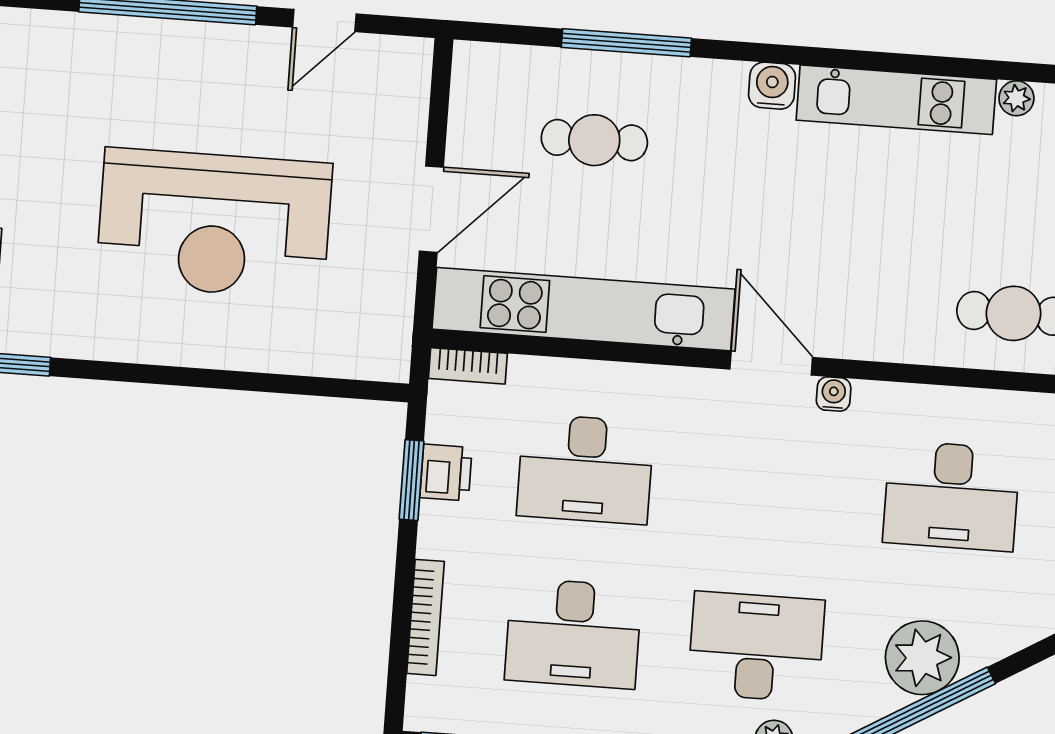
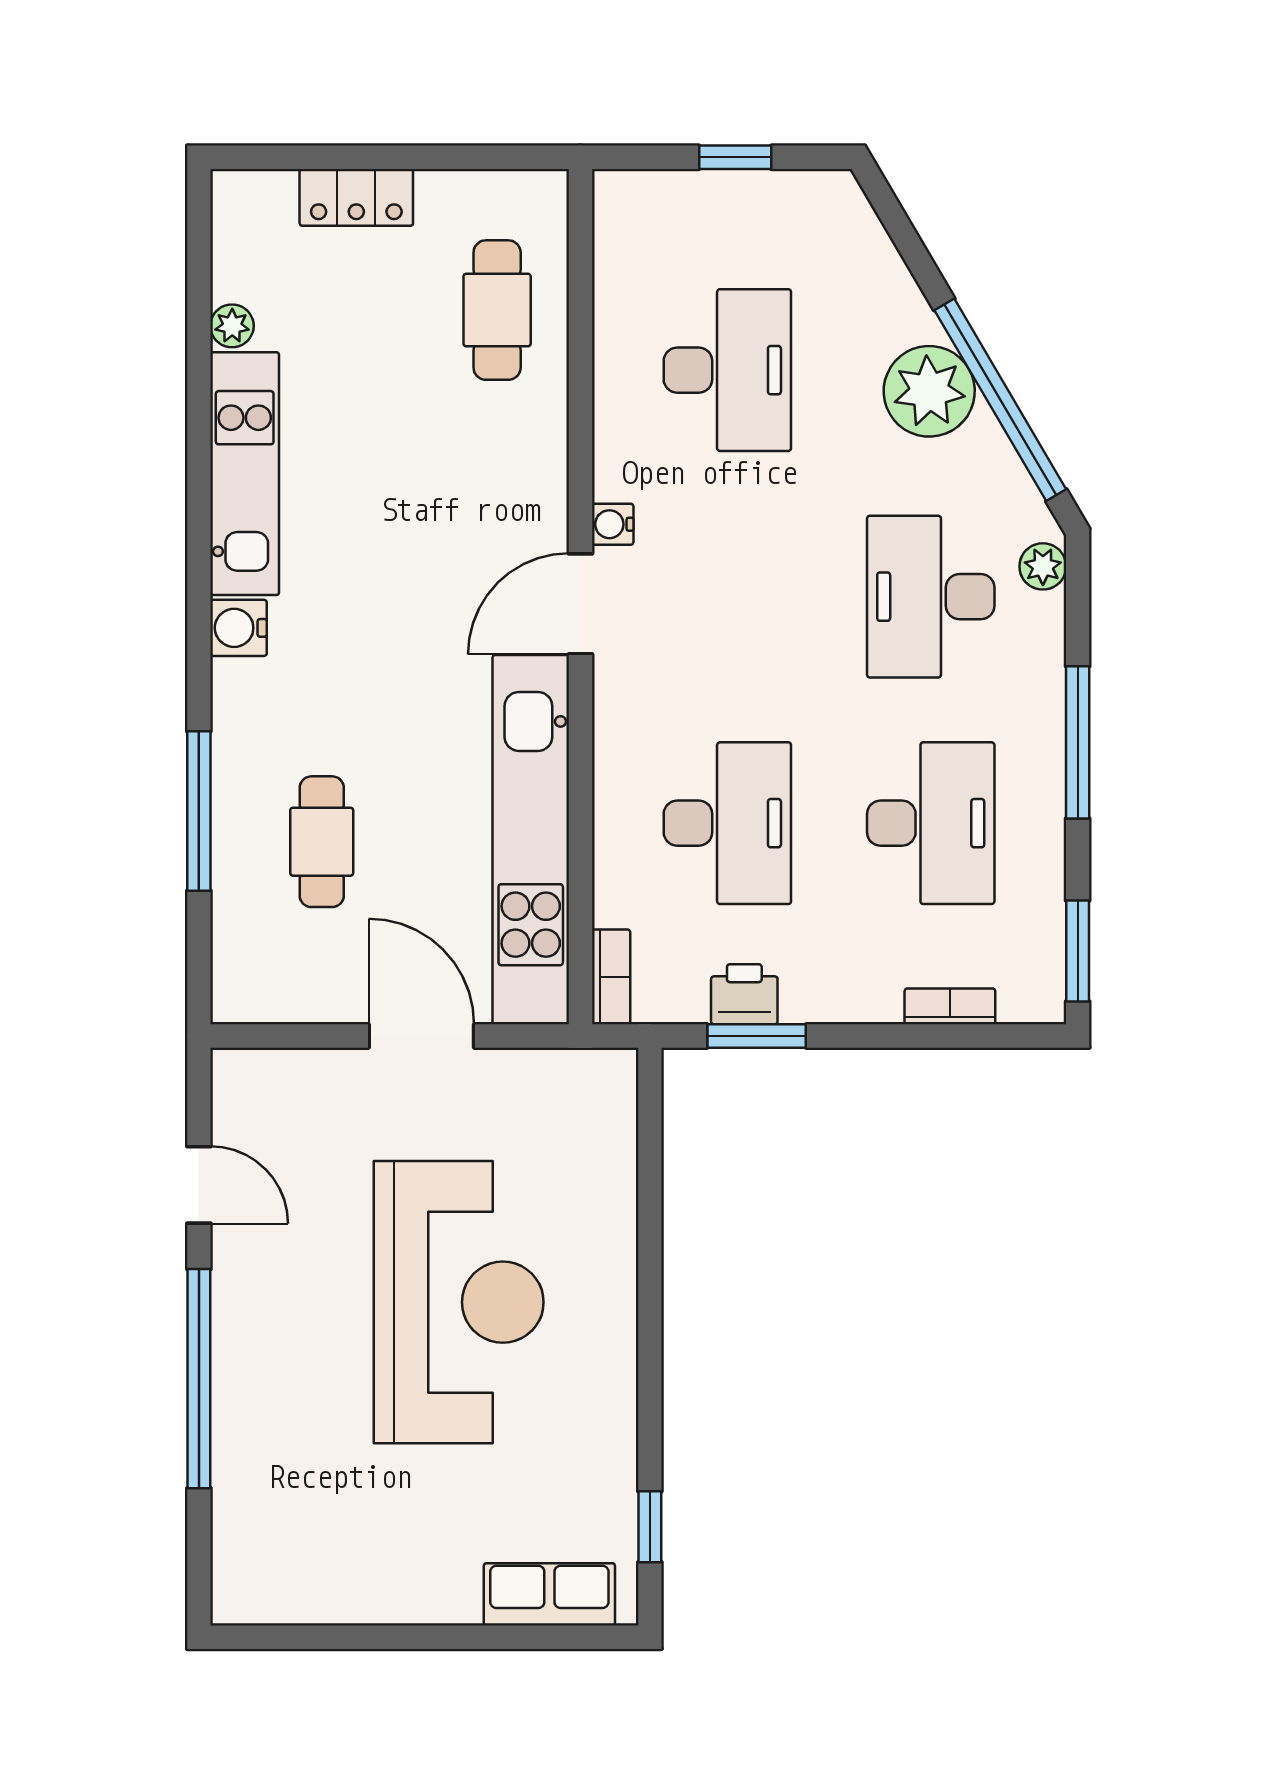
bookcase: (426, 617) -> (950, 1006), width x0.64

